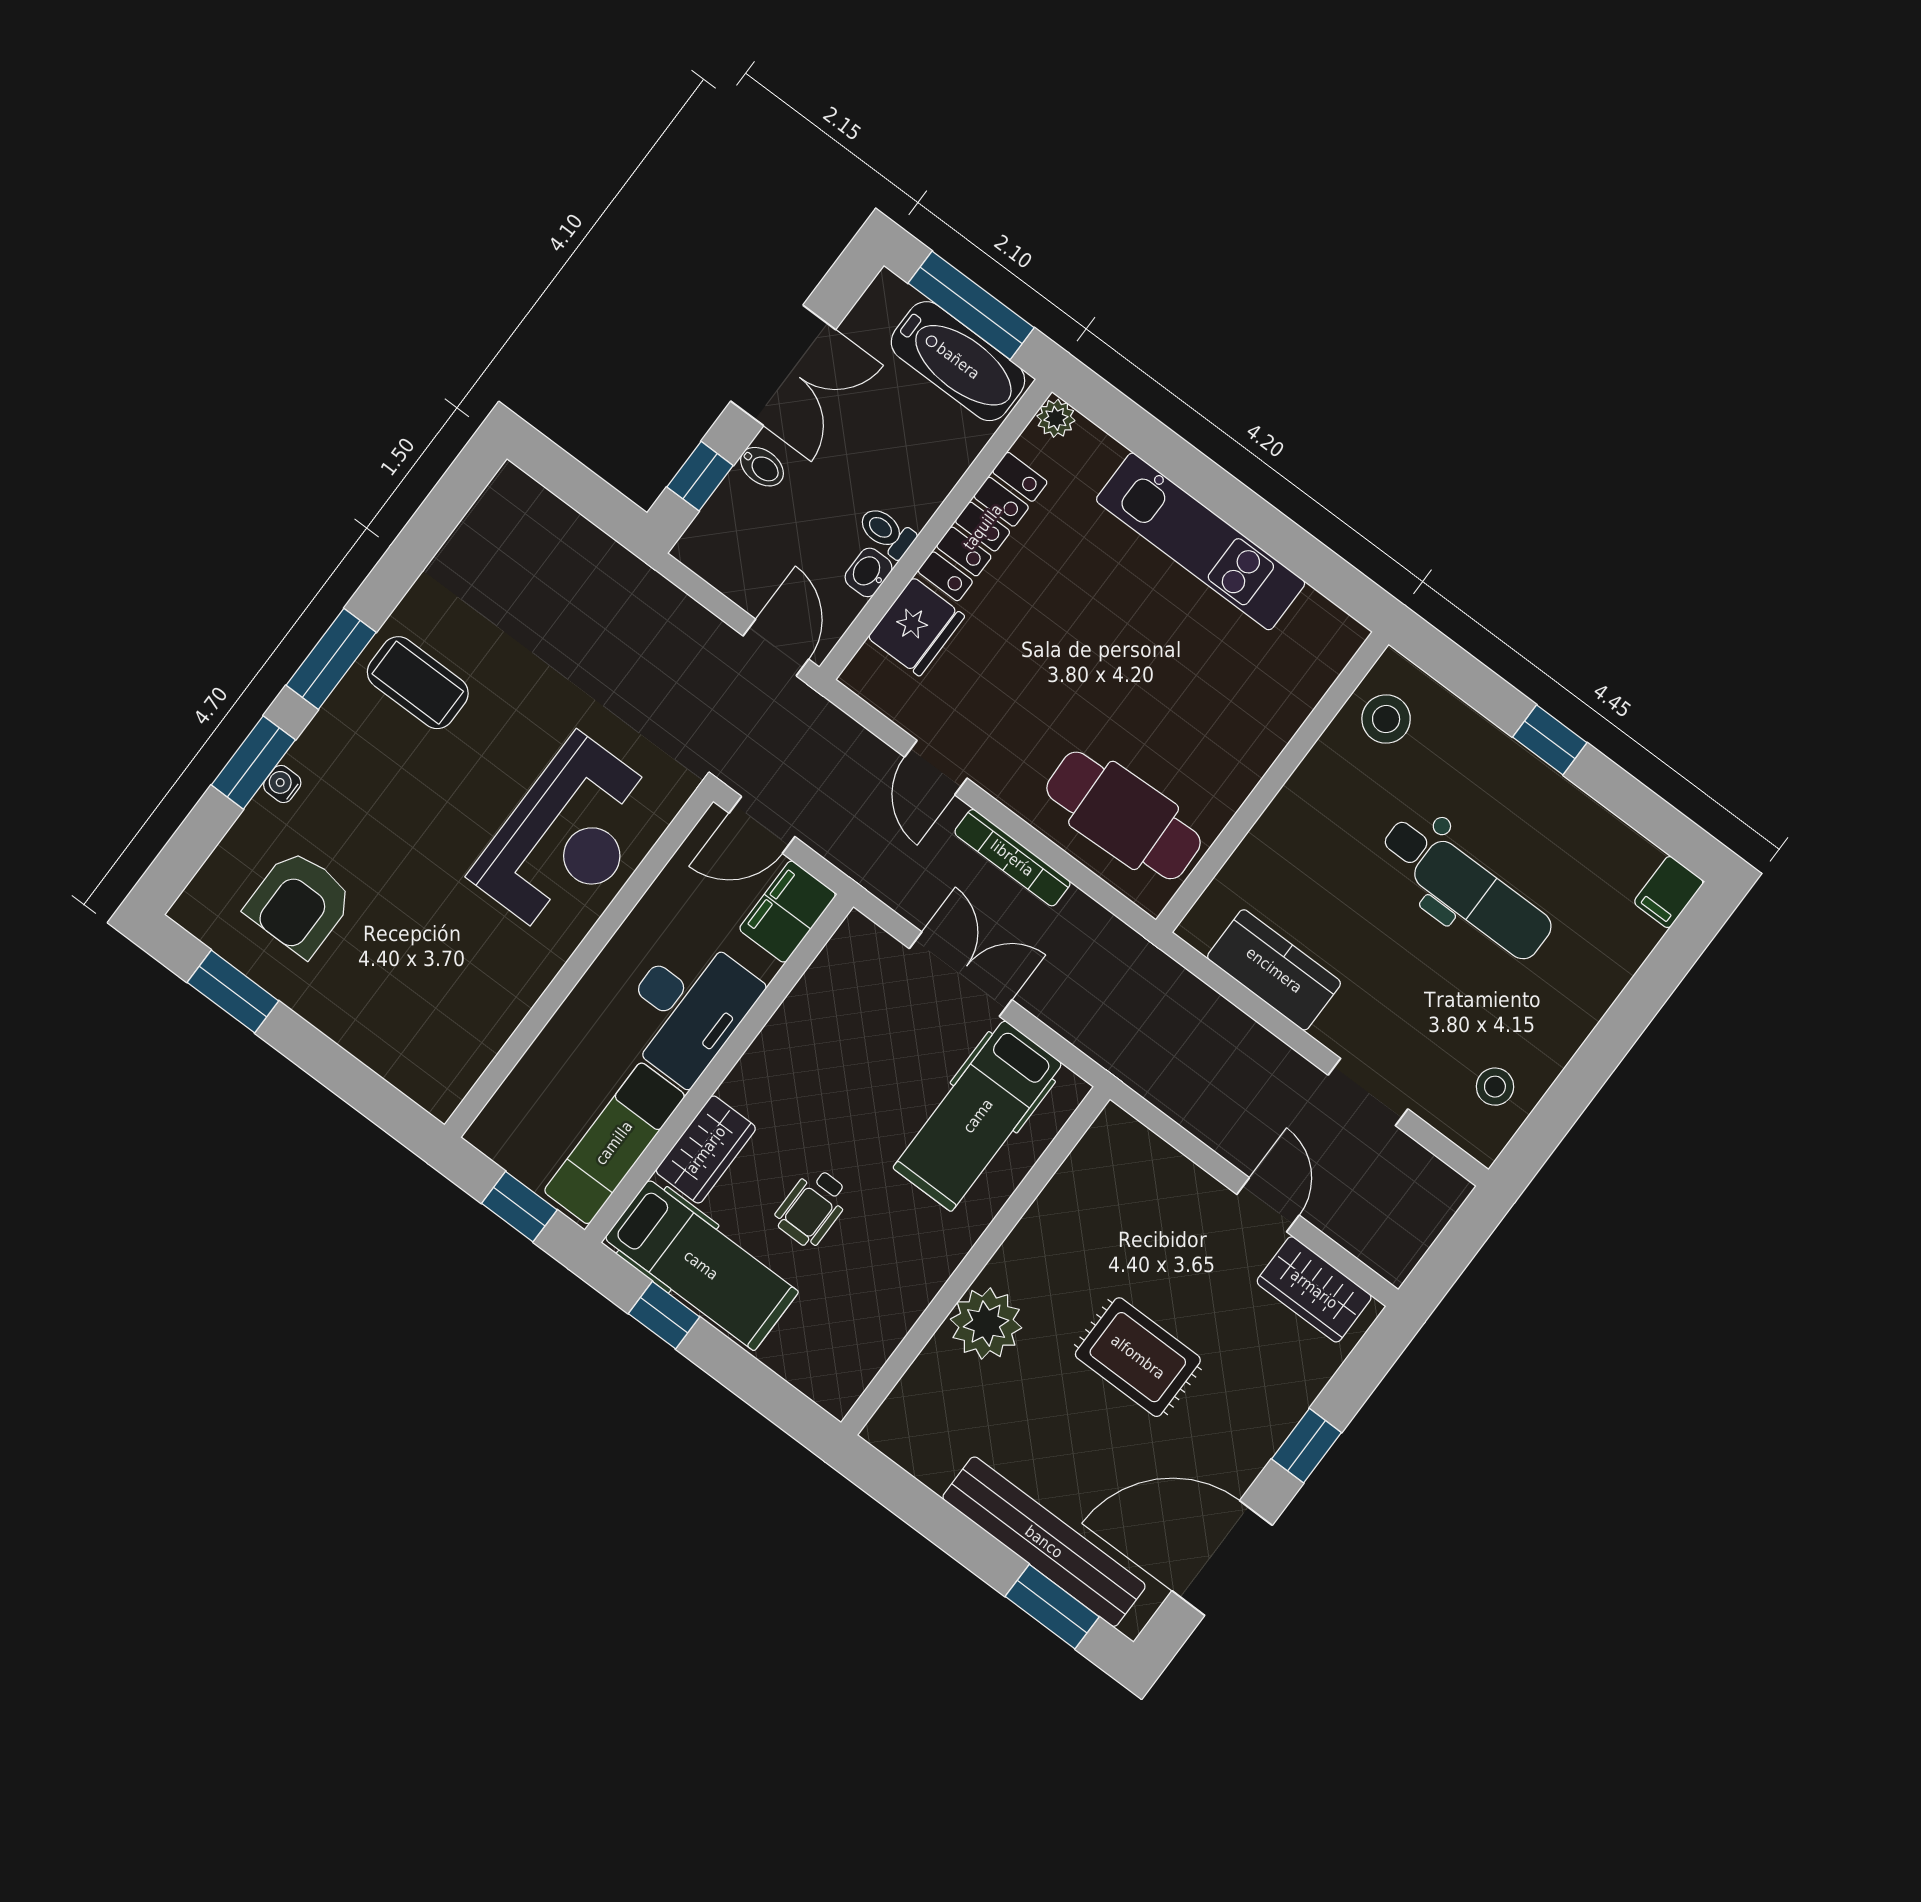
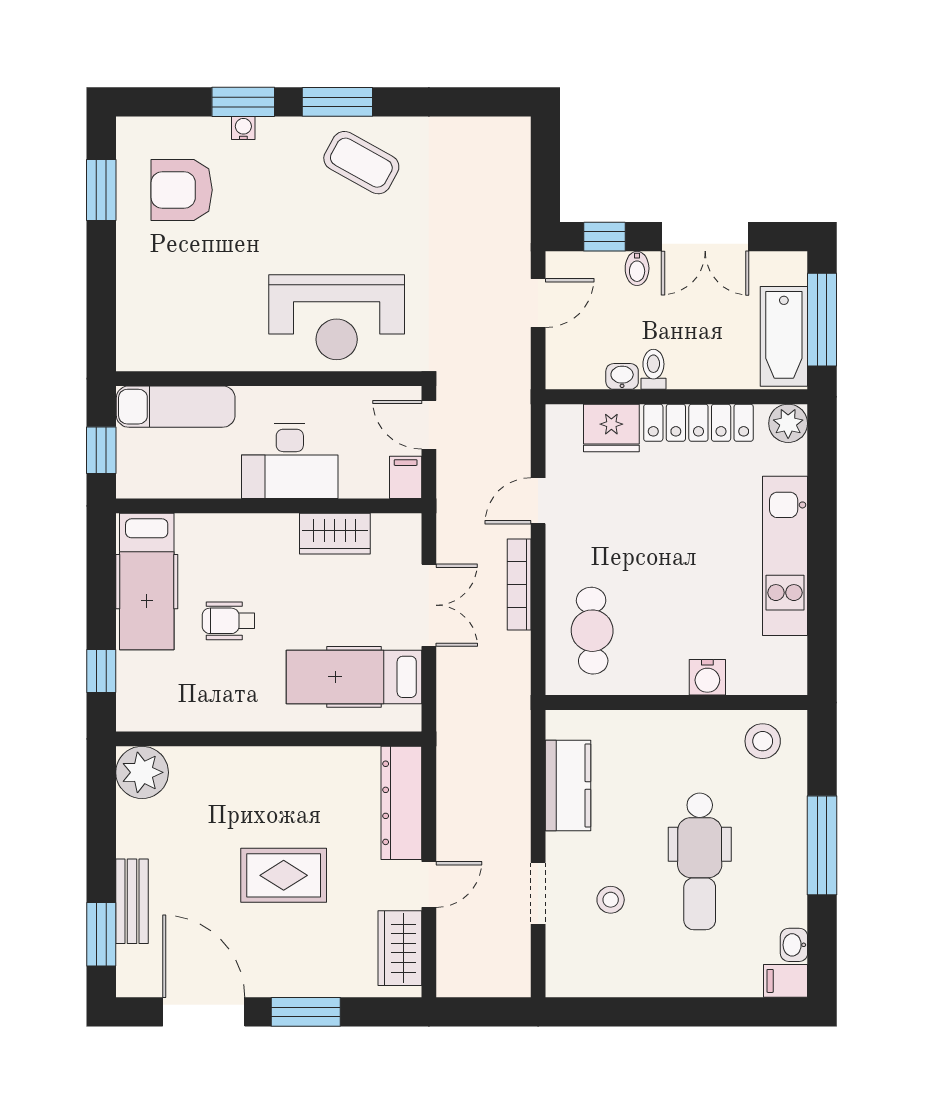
plant: (1056, 418) -> (788, 423), width x1.38, depth x1.38
door: (776, 647) -> (538, 303), moved
coffee table: (418, 683) -> (361, 163), turned -61
water cooler: (1270, 727) -> (707, 677), added
window: (1550, 740) -> (822, 845), width x2.17
cafe table: (1124, 815) -> (592, 631), width x0.73, depth x0.74
washbasin: (1636, 853) -> (794, 945), added
filing cabinet: (788, 912) -> (406, 477), width x0.50
stool: (1495, 1087) -> (611, 900), moved
exam couch: (614, 1143) -> (176, 407), moved, turned 180
wardrobe: (706, 1150) -> (335, 534), moved
dresser: (1155, 1168) -> (401, 803), added
window: (664, 1315) -> (101, 671), moved
plant: (986, 1324) -> (142, 772), moved
rug: (1138, 1357) -> (284, 875), turned 90
window: (1306, 1446) -> (306, 1012), width x1.50
bench: (1044, 1542) -> (132, 901), width x0.54, depth x0.82

